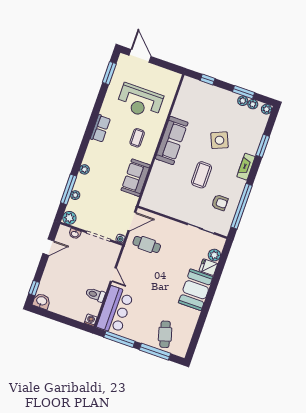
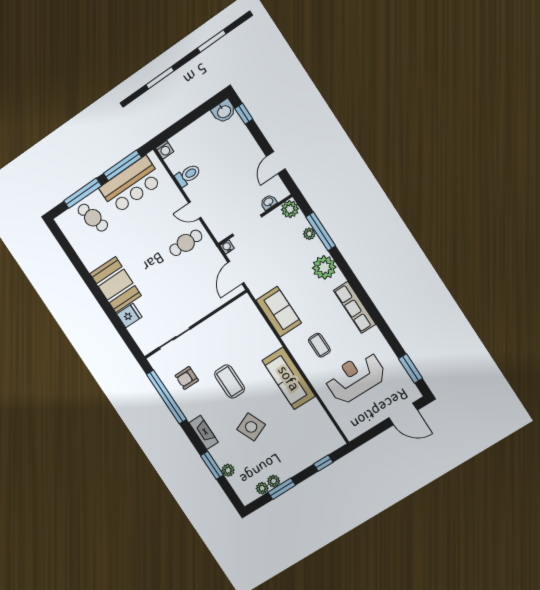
plant: (266, 109) -> (228, 470), moved
row of seats: (100, 129) -> (355, 307), width x1.48
plant: (84, 169) -> (324, 268), width x1.87, depth x1.87
cafe table: (147, 244) -> (186, 243), moved
plant: (214, 255) -> (137, 331), removed
bar counter: (115, 310) -> (131, 185), moved, turned -90

